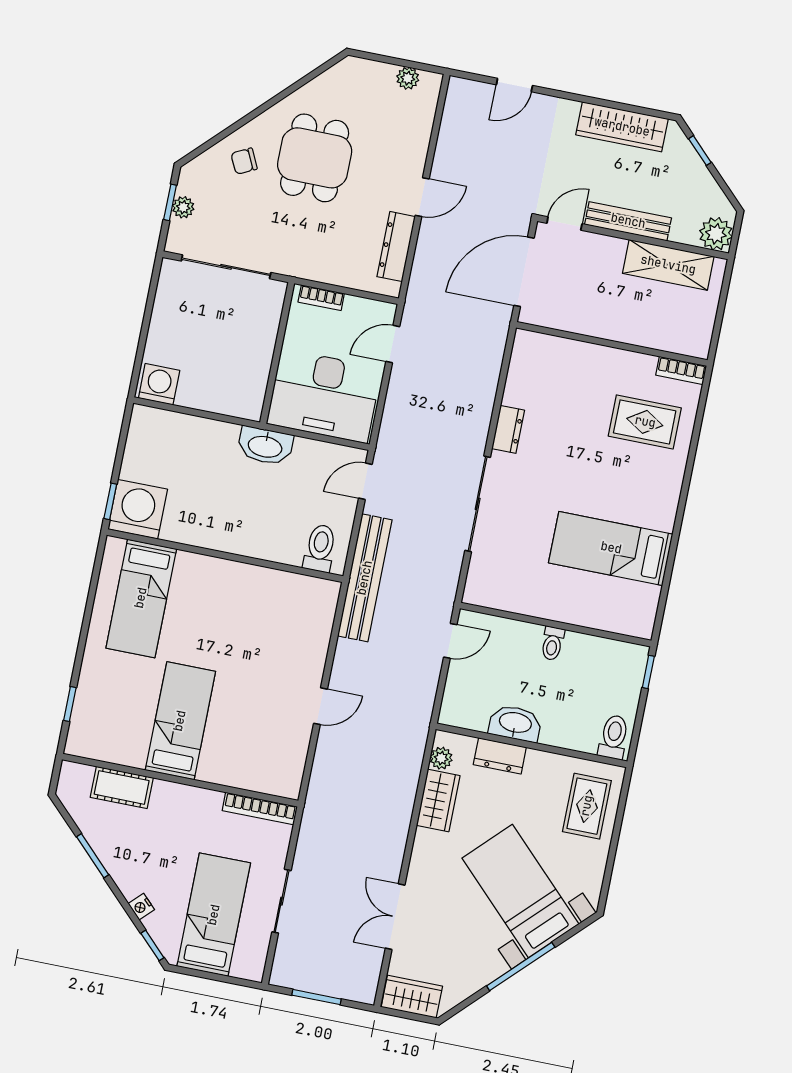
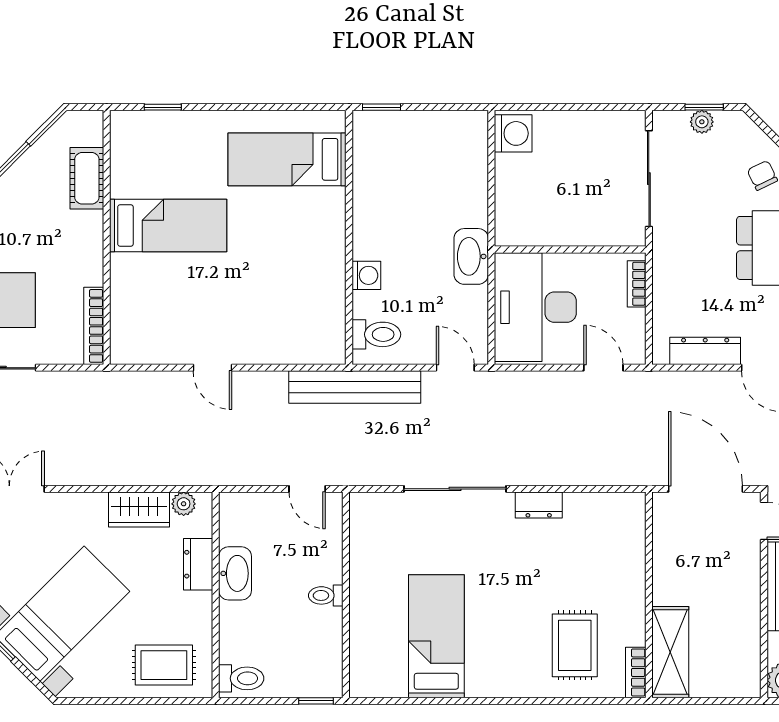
shelving: (668, 265) -> (670, 652), moved
washing machine: (138, 509) -> (366, 275), moved, width x0.53, depth x0.53

